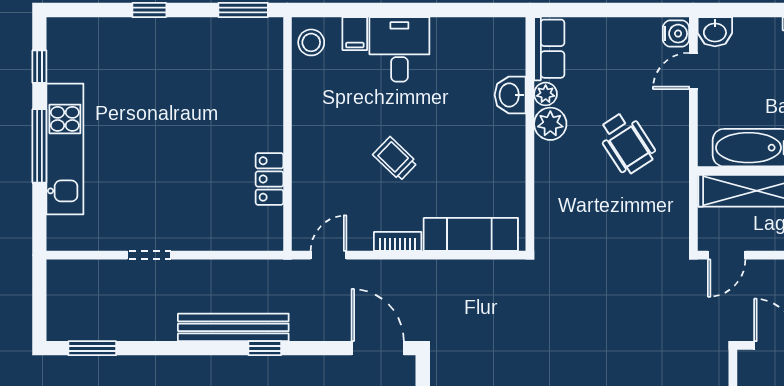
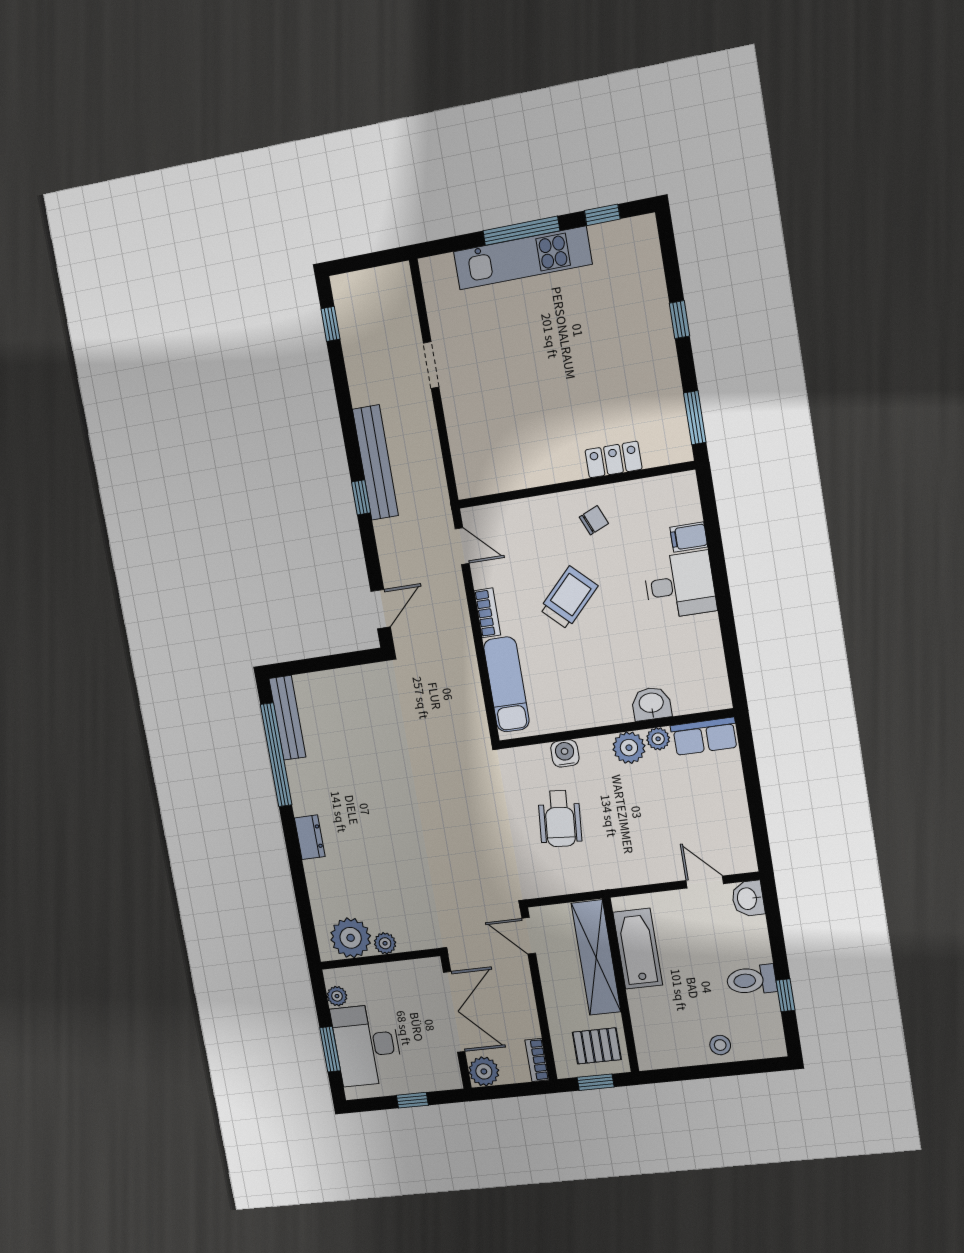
water cooler: (676, 34) -> (565, 753), moved, turned 180
stool: (311, 42) -> (672, 494), removed
chair: (324, 122) -> (594, 520), added
wheelchair: (627, 143) -> (560, 819), moved, turned -52
trolley: (395, 159) -> (569, 598), width x1.36, depth x1.39
locker: (269, 179) -> (614, 460), moved
window: (92, 348) -> (330, 324), width x0.67
door: (378, 348) -> (381, 609), width x0.73

